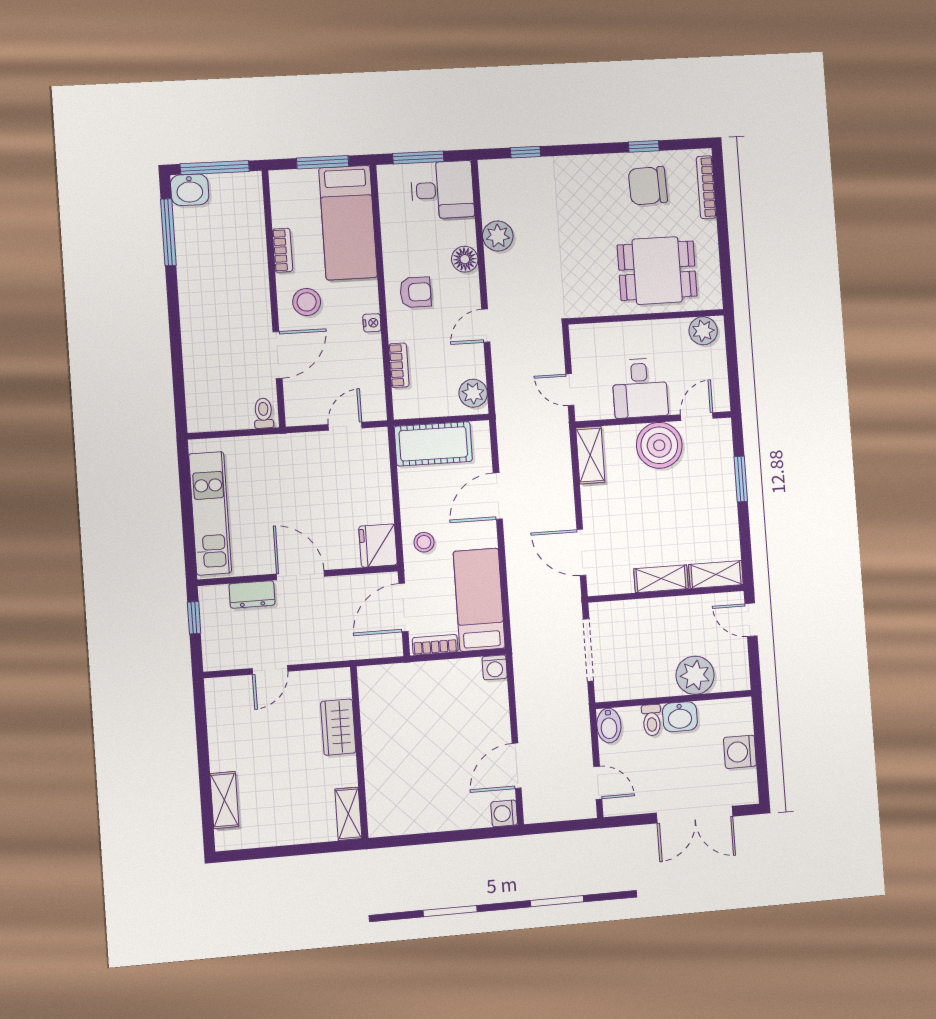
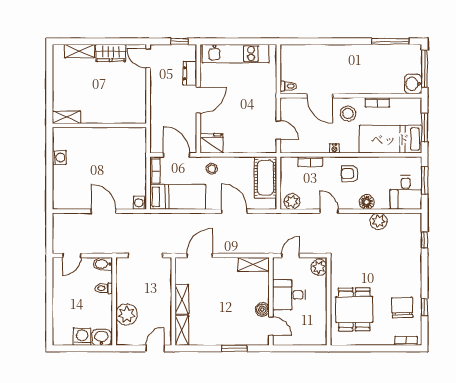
bookcase: (706, 187) -> (406, 341), width x0.64
washbasin: (190, 190) -> (413, 84), moved
armchair: (415, 292) -> (350, 174), turned 90
plant: (703, 331) -> (319, 267), moved
boiler: (659, 445) -> (262, 310), width x0.54, depth x0.54
door: (270, 670) -> (148, 58), moved
washbasin: (680, 717) -> (102, 337), moved, turned 90
wardrobe: (338, 727) -> (111, 53), moved, turned 180
door: (517, 766) -> (104, 211), moved
washing machine: (504, 813) -> (59, 157), moved, turned 90
double door: (695, 815) -> (49, 309), removed

